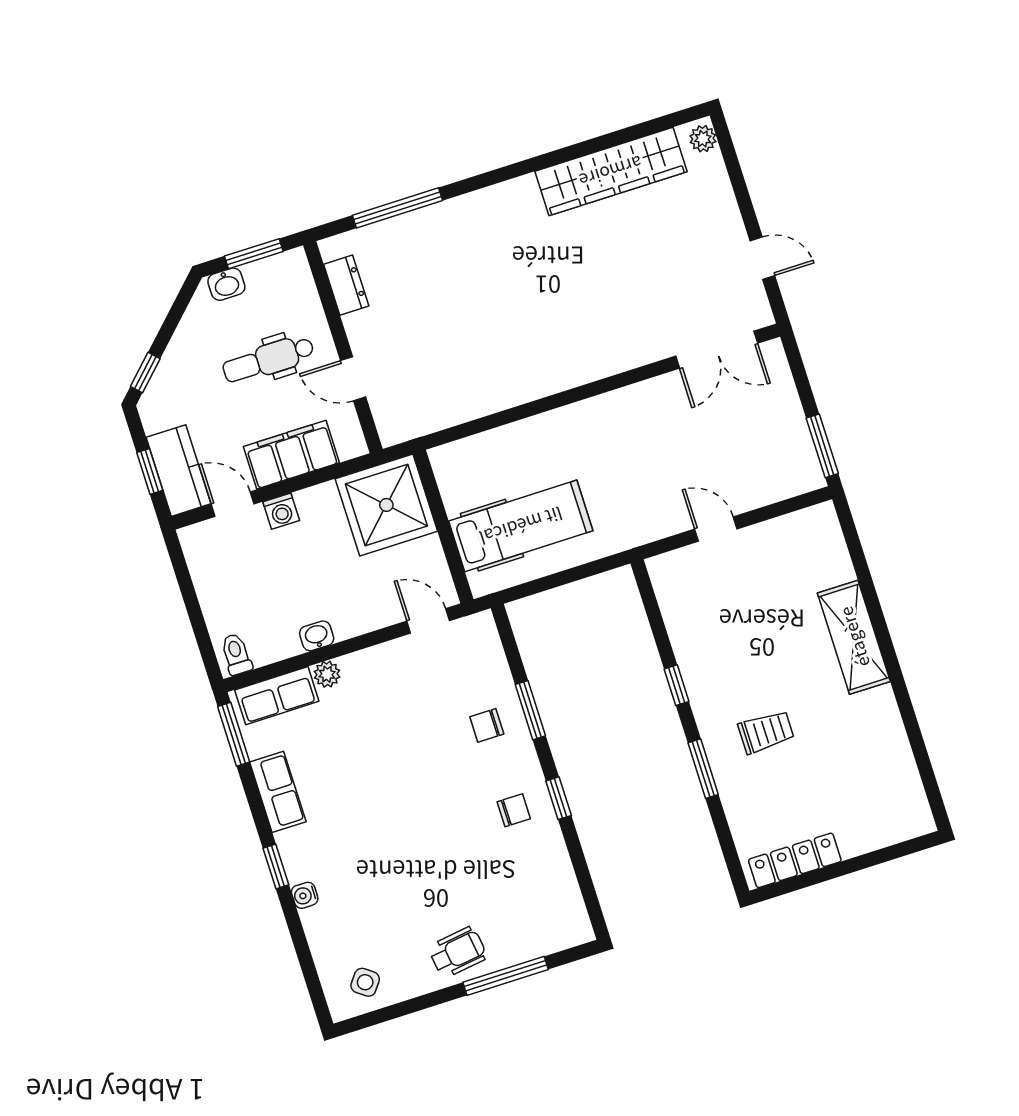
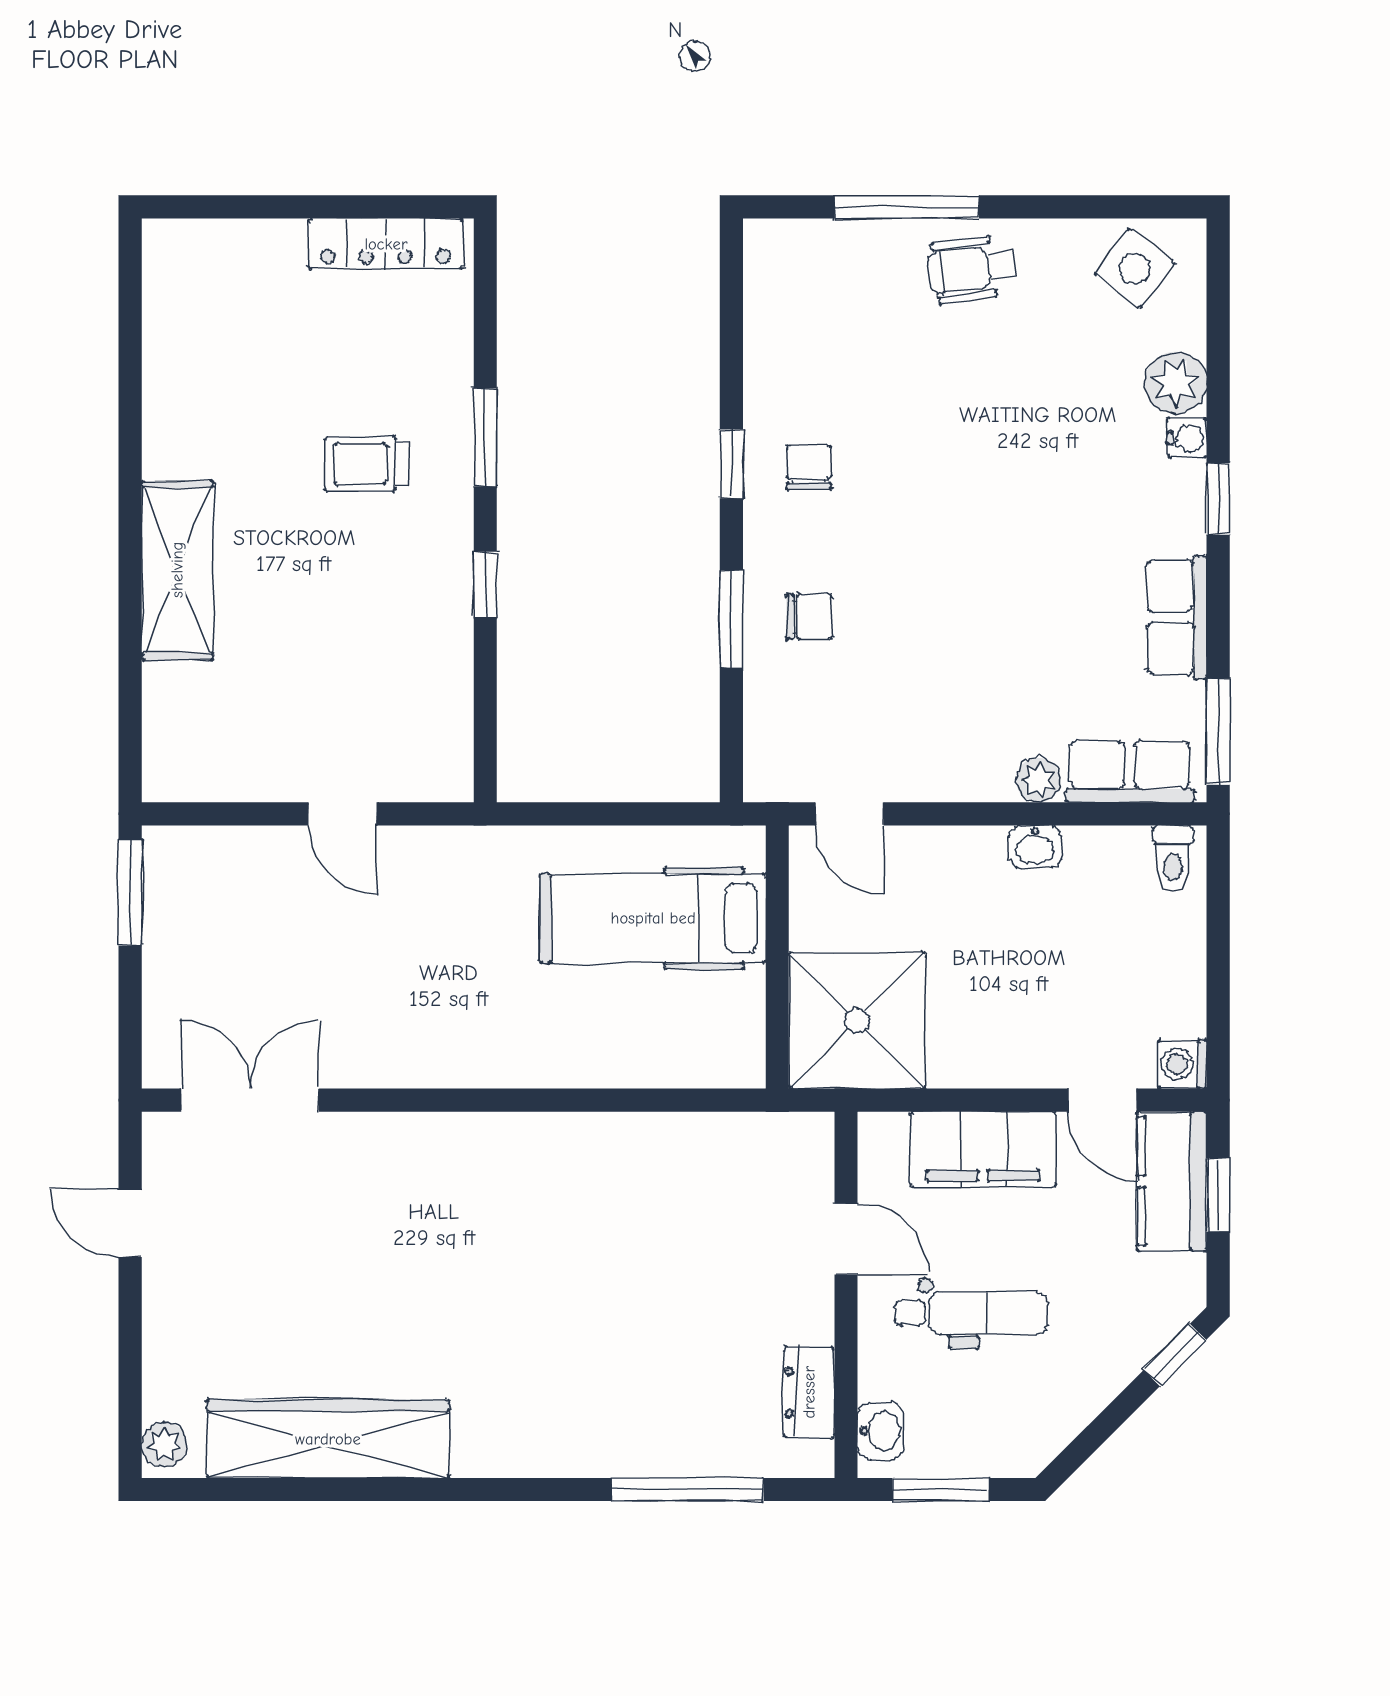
washbasin: (226, 284) -> (881, 1431), moved, turned 90
washing machine: (281, 511) -> (1182, 1064), moved, turned -90
chair: (514, 810) -> (809, 467), turned 90
plant: (321, 925) -> (1176, 383), added
side table: (365, 982) -> (1134, 268), width x1.37, depth x1.37

